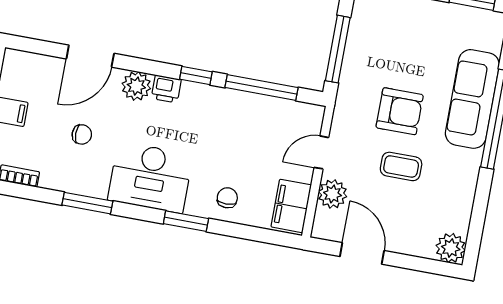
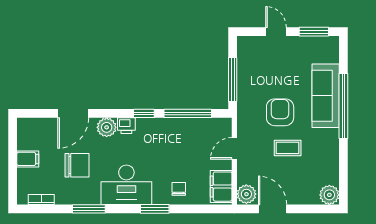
armchair: (400, 111) -> (280, 112), turned -90
chair: (82, 134) -> (77, 165), width x1.87, depth x1.87
plant: (333, 194) -> (246, 194), moved

